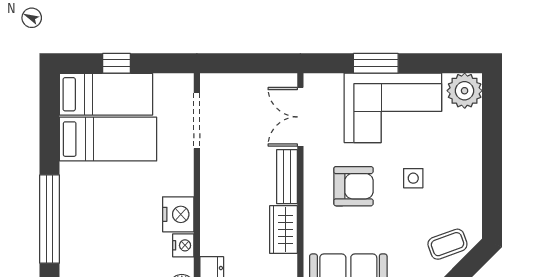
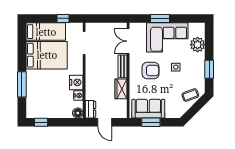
window: (117, 63) -> (63, 18), moved
plant: (465, 91) -> (198, 45), moved
bed: (108, 139) -> (47, 55), width x1.50
window: (492, 183) -> (209, 69), added
window: (50, 219) -> (22, 84), width x0.68

